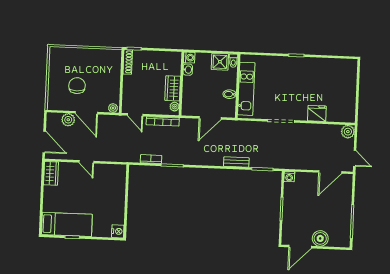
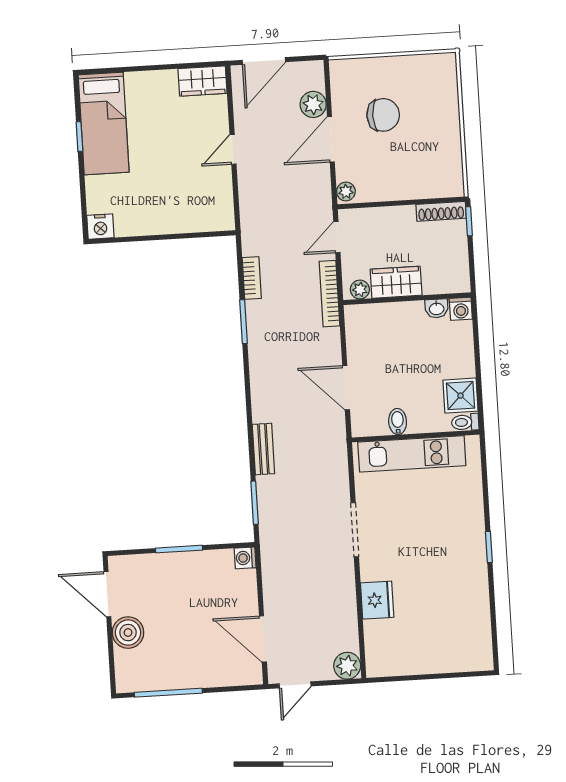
washing machine: (189, 58) -> (461, 309), moved
washbasin: (188, 70) -> (437, 308), moved
wall: (181, 84) -> (407, 299), moved
wardrobe: (173, 88) -> (396, 282), moved
plant: (174, 107) -> (360, 290), moved

